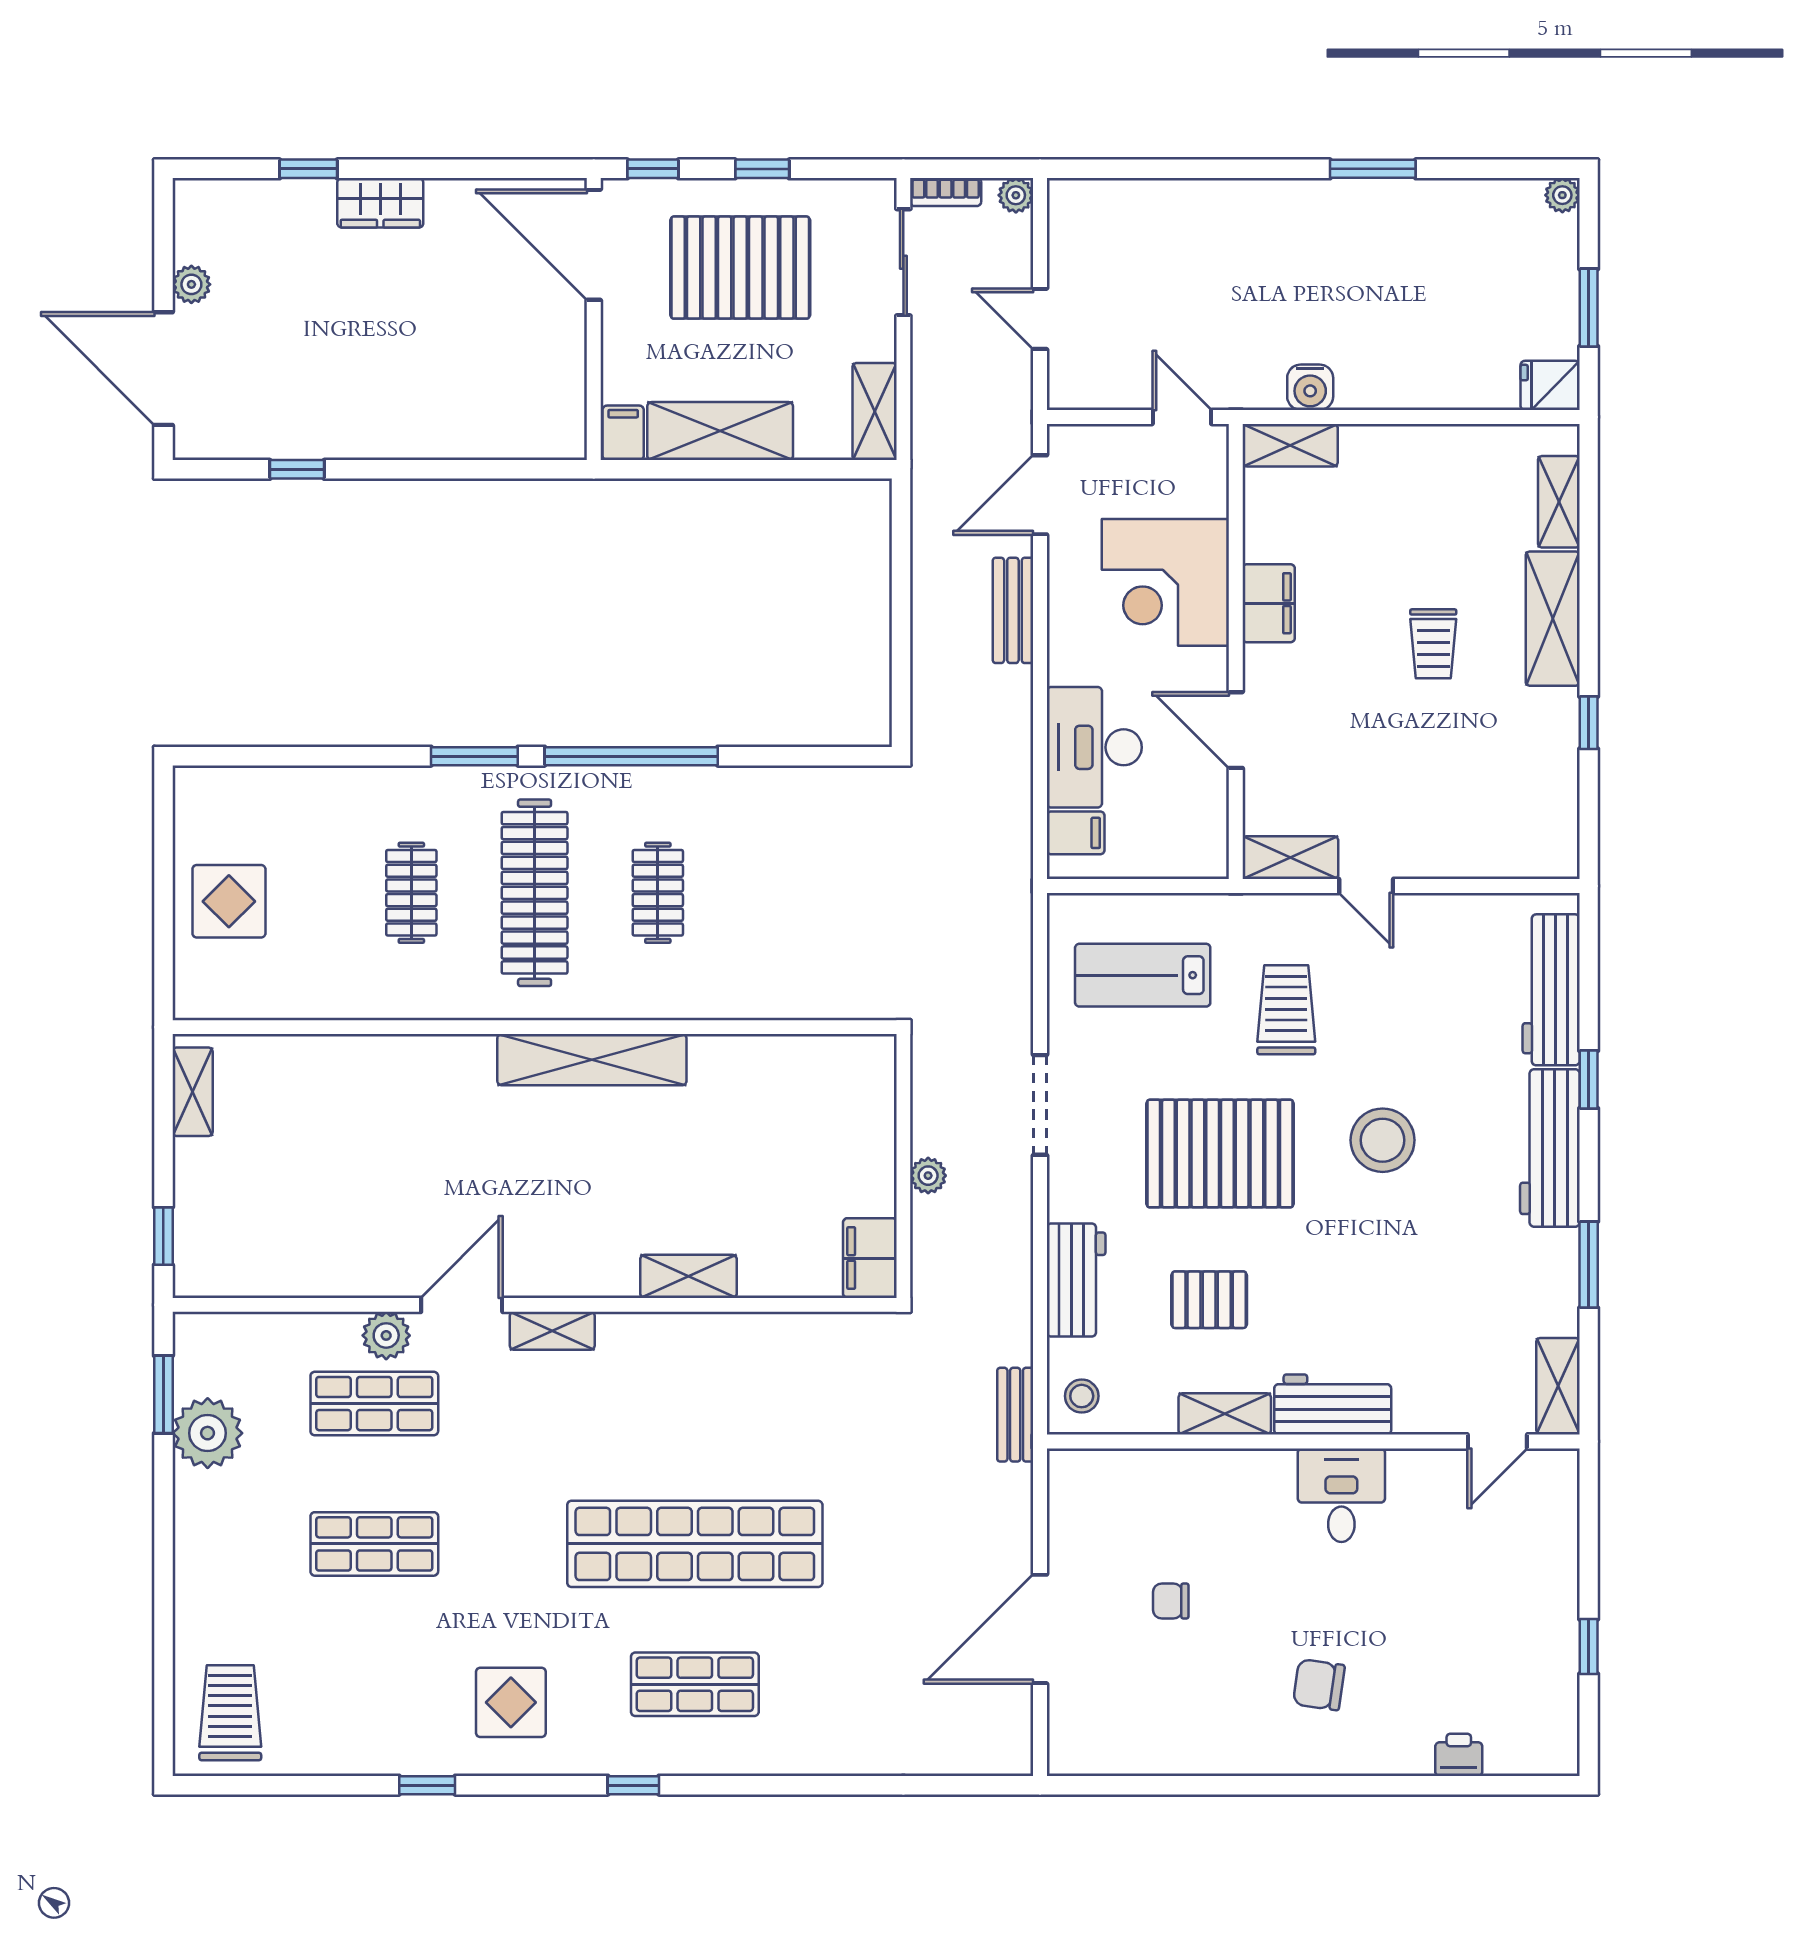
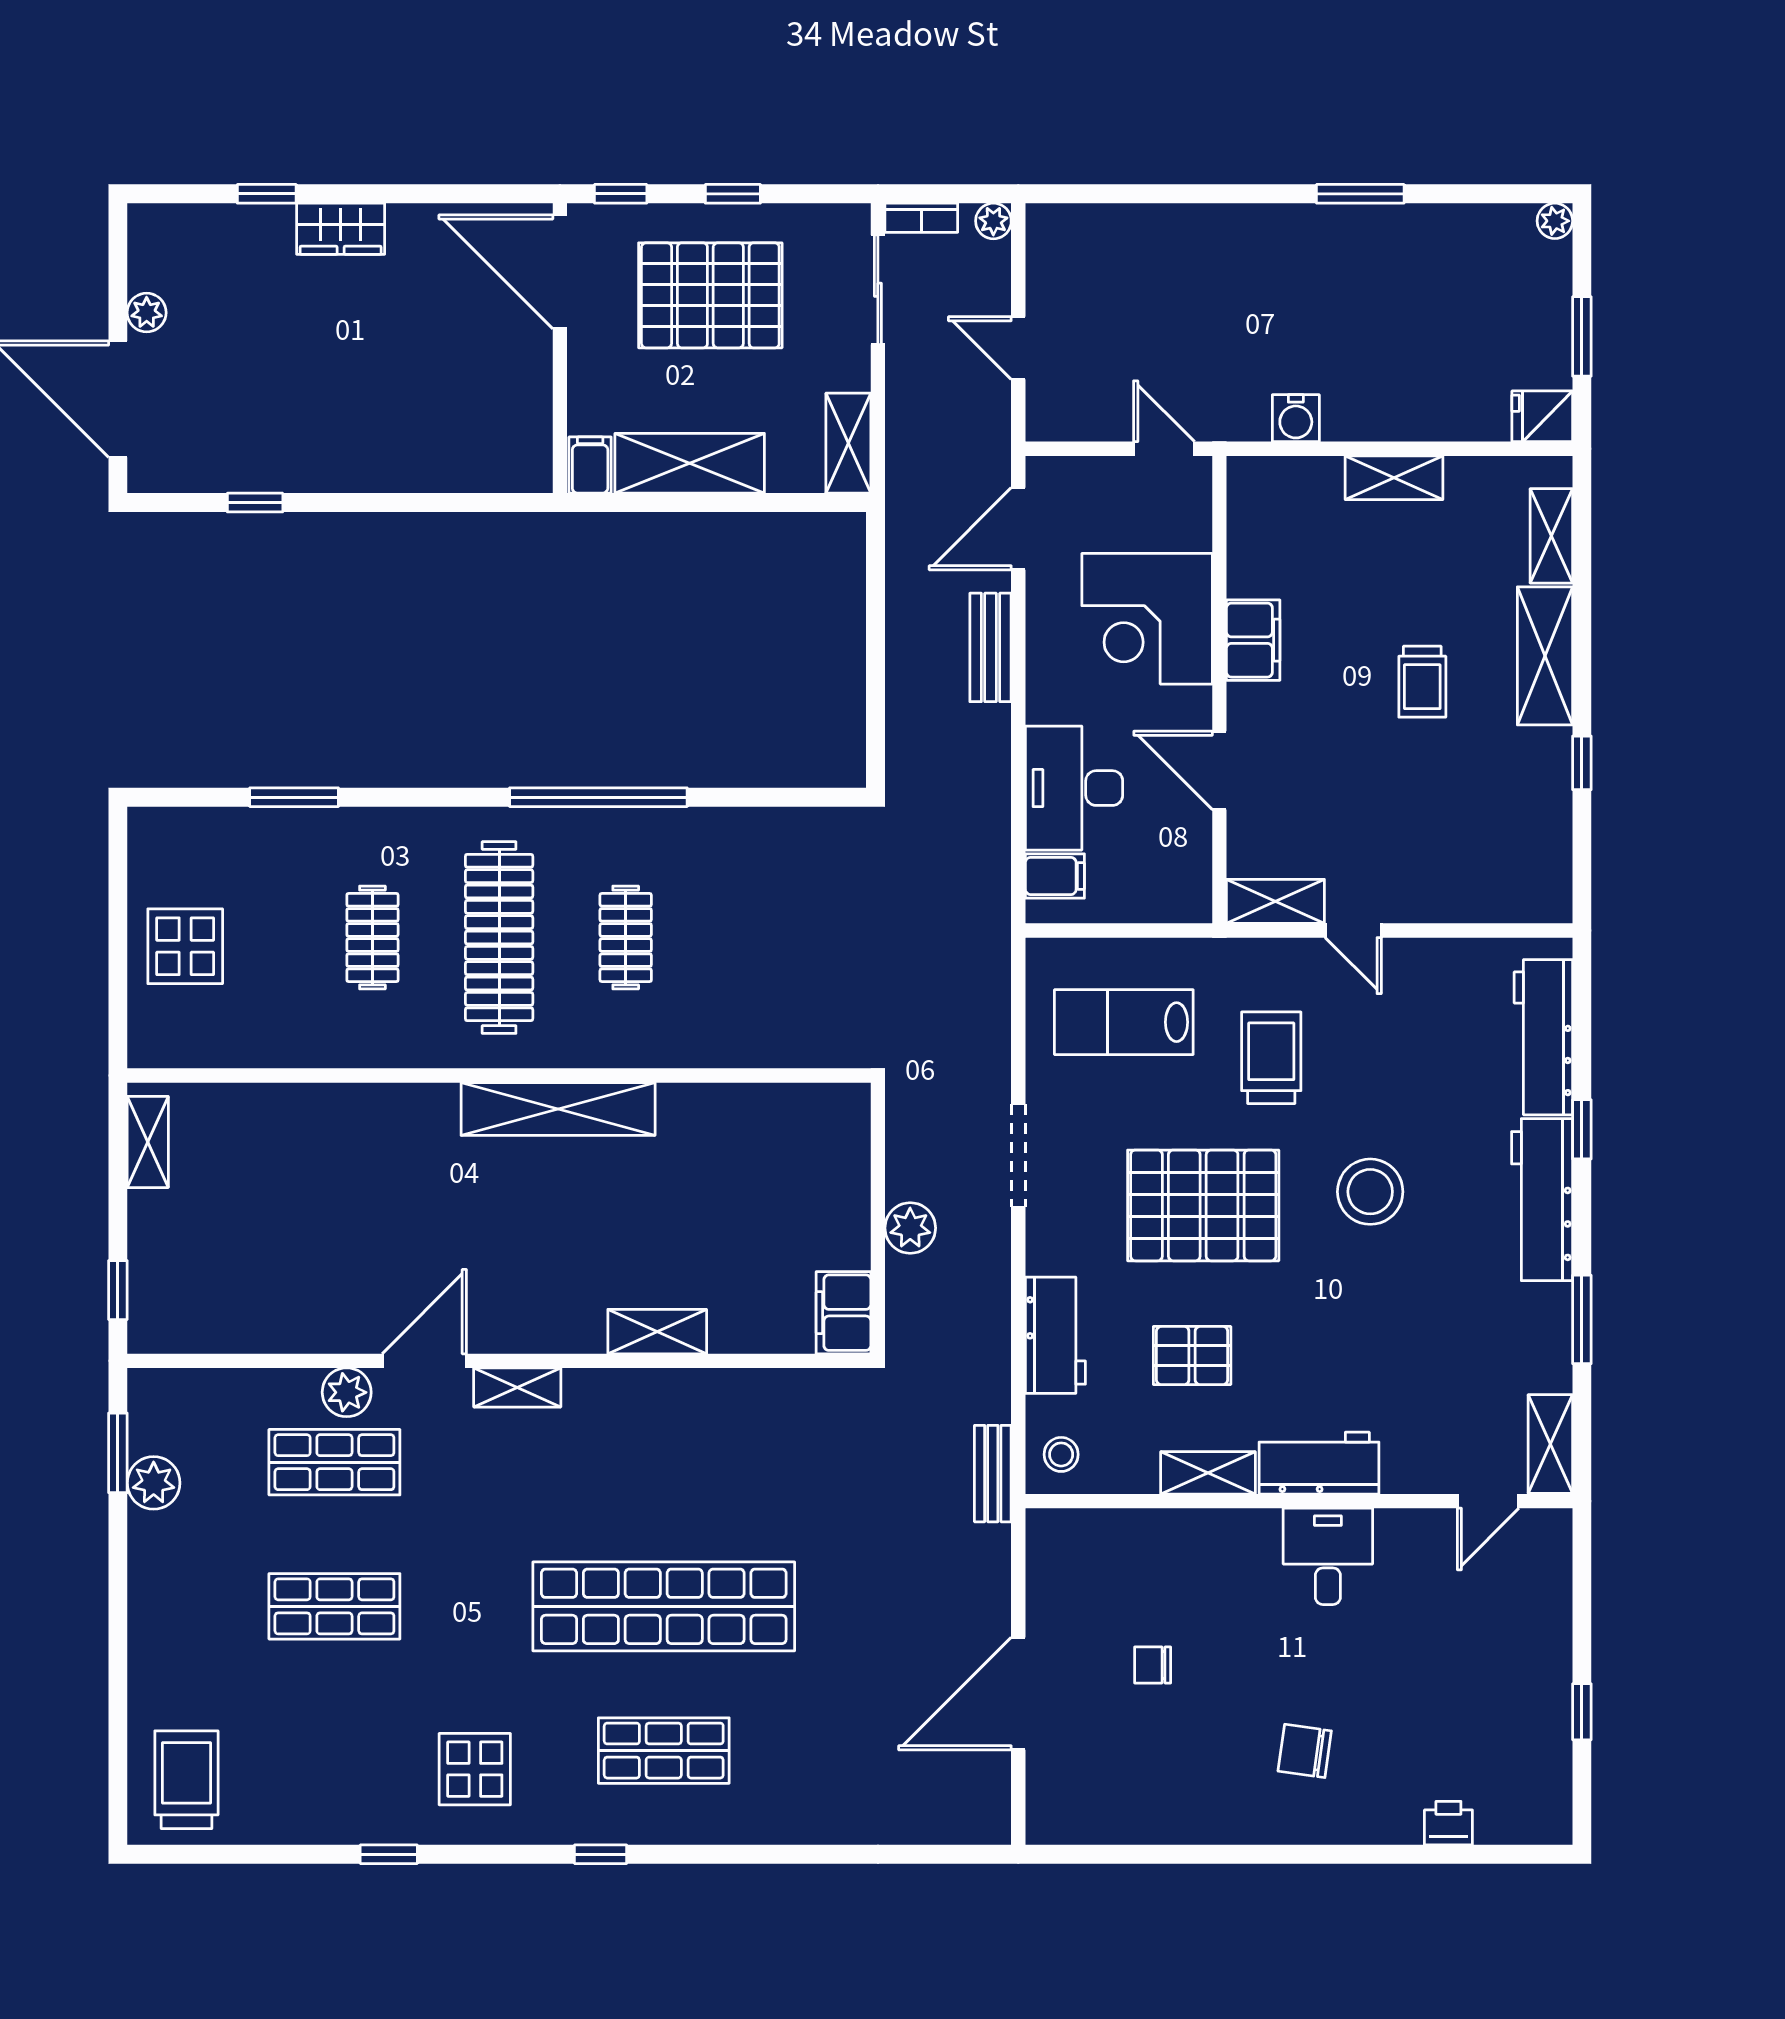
shelving: (1290, 445) -> (1394, 478), moved
window: (474, 756) -> (294, 797), moved
plant: (928, 1176) -> (910, 1228), width x1.38, depth x1.38
plant: (208, 1433) -> (154, 1483), width x0.73, depth x0.73

